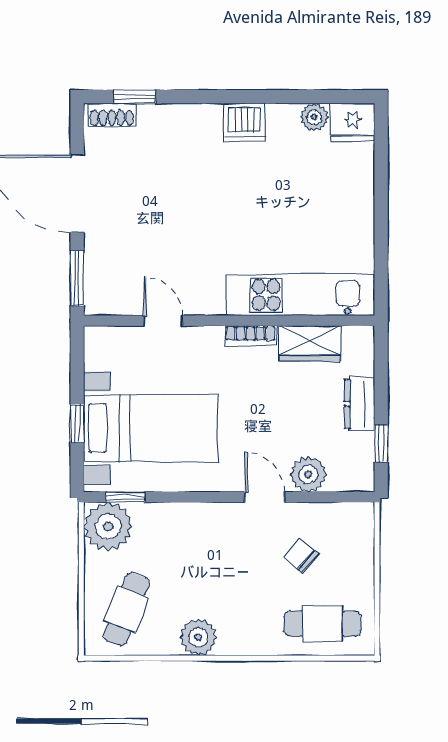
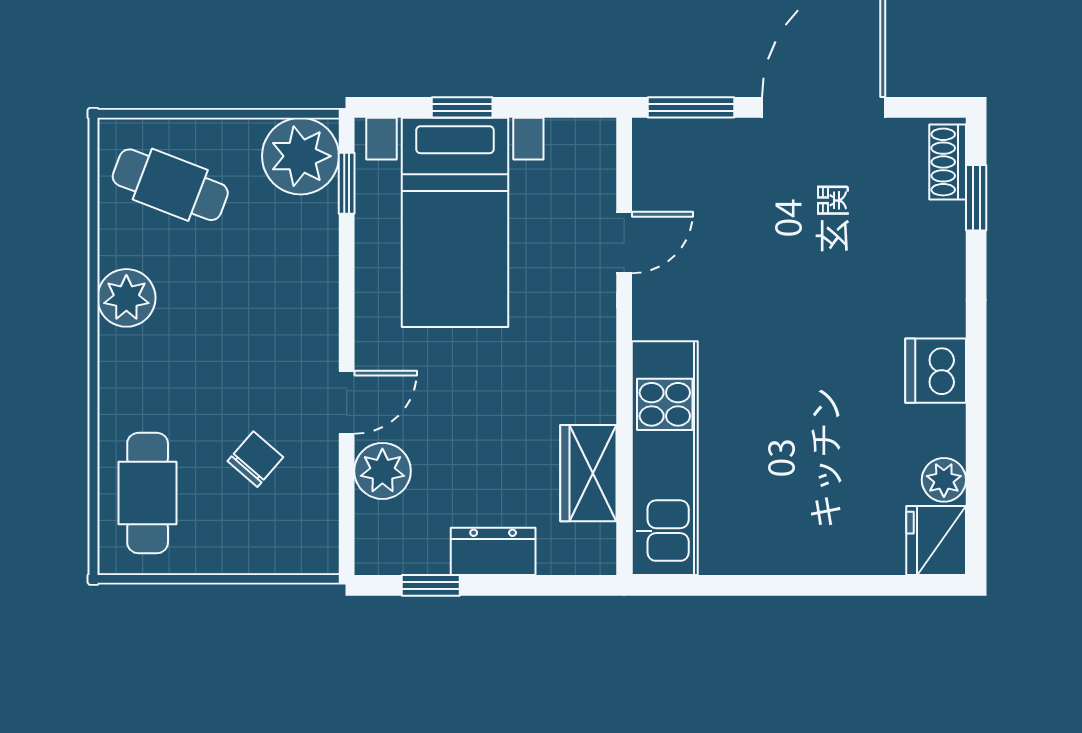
bookcase: (251, 336) -> (600, 380), removed

